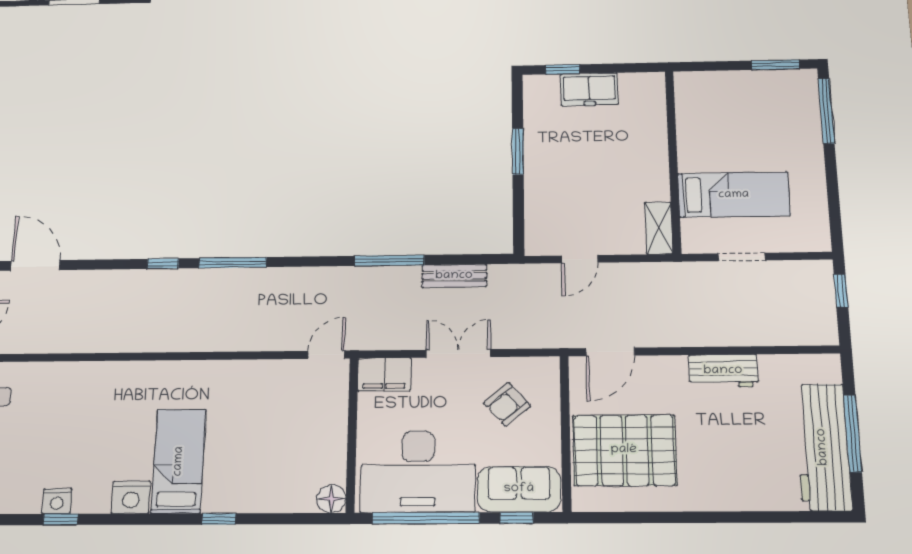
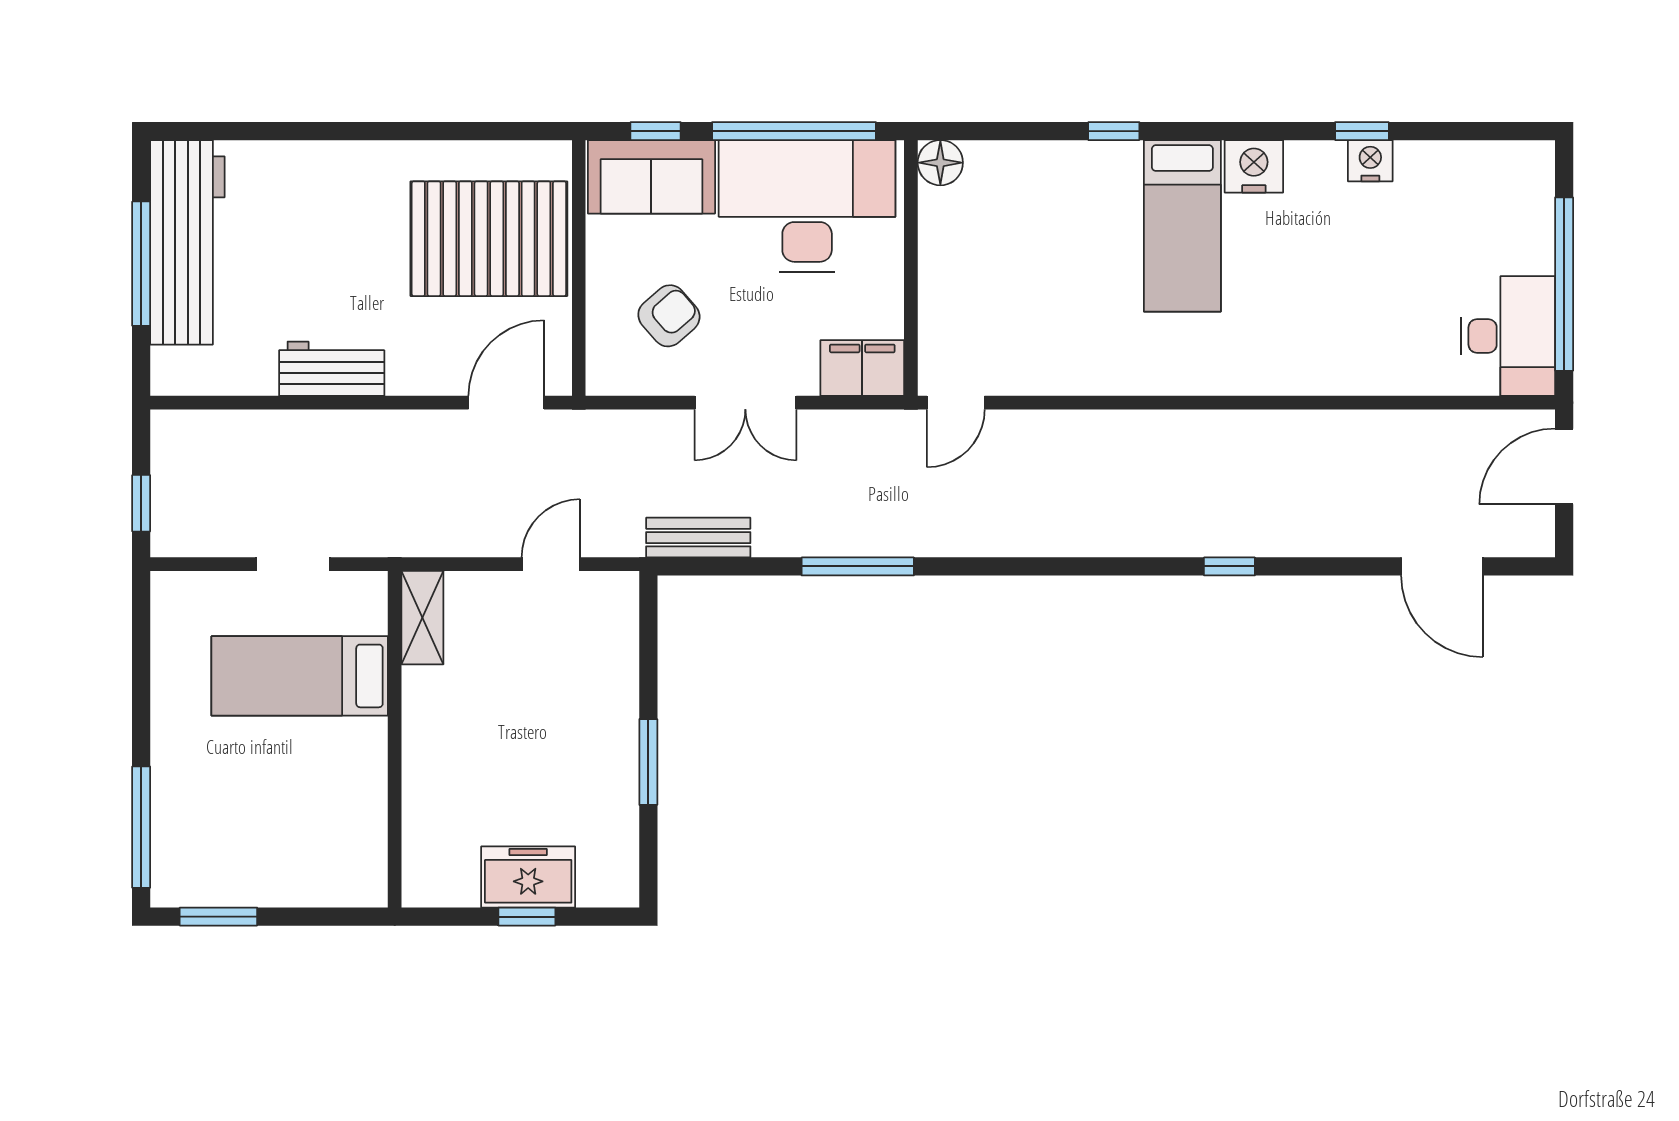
window: (563, 69) -> (527, 917), moved
window: (233, 263) -> (1114, 566), removed
bench: (454, 276) -> (698, 538), moved

